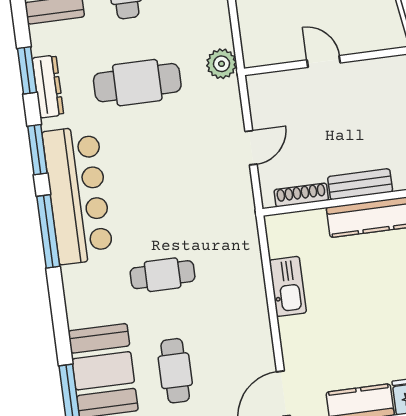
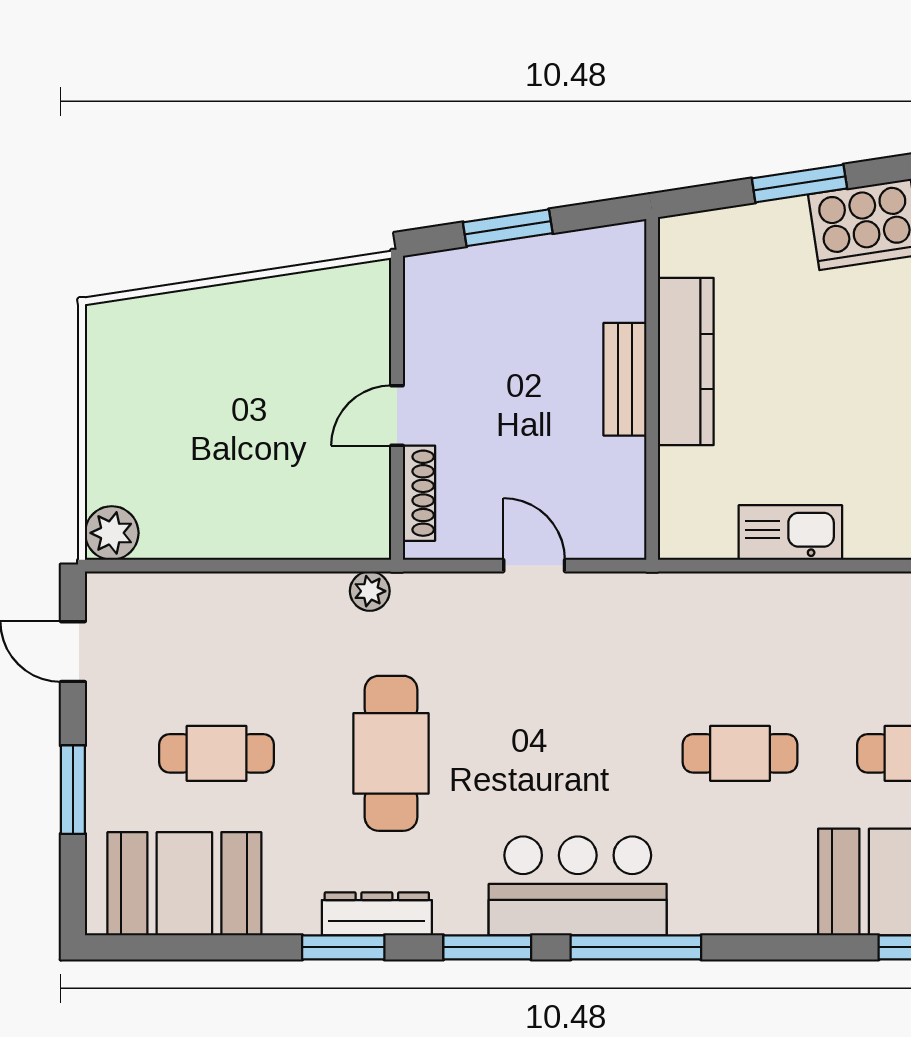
plant: (221, 64) -> (370, 591), width x0.73, depth x0.73
bar counter: (78, 195) -> (578, 886), width x0.73
shoe rack: (301, 195) -> (419, 493), moved, turned 180
cafe table: (163, 275) -> (740, 753), turned 90

